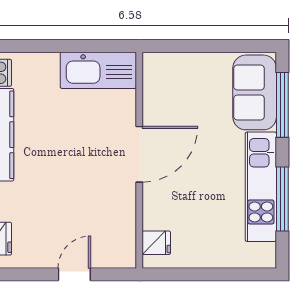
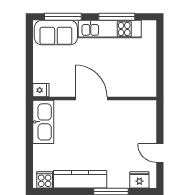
fridge: (156, 243) -> (41, 90), moved, turned 90
door: (74, 274) -> (160, 153), moved

